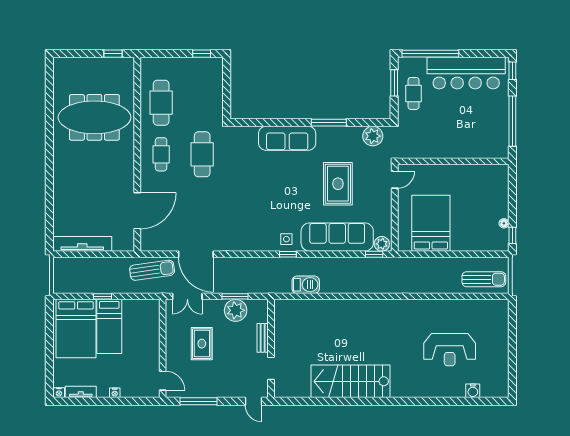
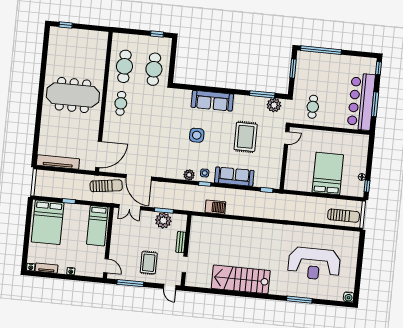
window: (113, 54) -> (66, 25), moved
bar counter: (466, 73) -> (361, 102), moved, turned 90
cafe table: (414, 93) -> (313, 107), moved
meeting table: (94, 117) -> (73, 95), moved
window: (512, 121) -> (375, 104), width x0.68
window: (329, 123) -> (262, 94), moved
cafe table: (202, 154) -> (154, 69), moved
side table: (270, 188) -> (197, 135), added
door: (137, 211) -> (99, 154), moved
bed: (431, 223) -> (328, 174), moved
sofa: (337, 237) -> (234, 177), width x0.74, depth x0.79
plant: (382, 244) -> (189, 175), moved
bed: (109, 326) -> (97, 226), moved
rug: (202, 344) -> (149, 263), moved
reception desk: (450, 350) -> (314, 264), width x1.36, depth x1.30
water cooler: (473, 391) -> (349, 297), moved
window: (434, 401) -> (299, 300), added

